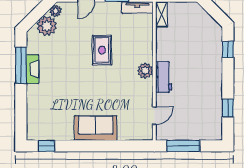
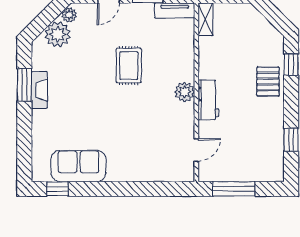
pallet: (210, 63) -> (268, 81), added
window: (21, 65) -> (24, 85), width x0.69
sofa: (96, 128) -> (78, 166), moved

